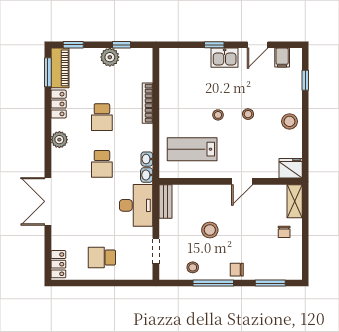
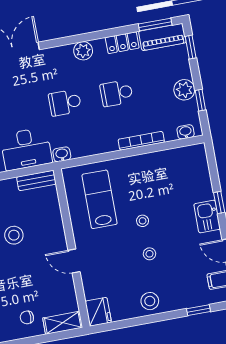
washbasin: (147, 159) -> (186, 132), moved

